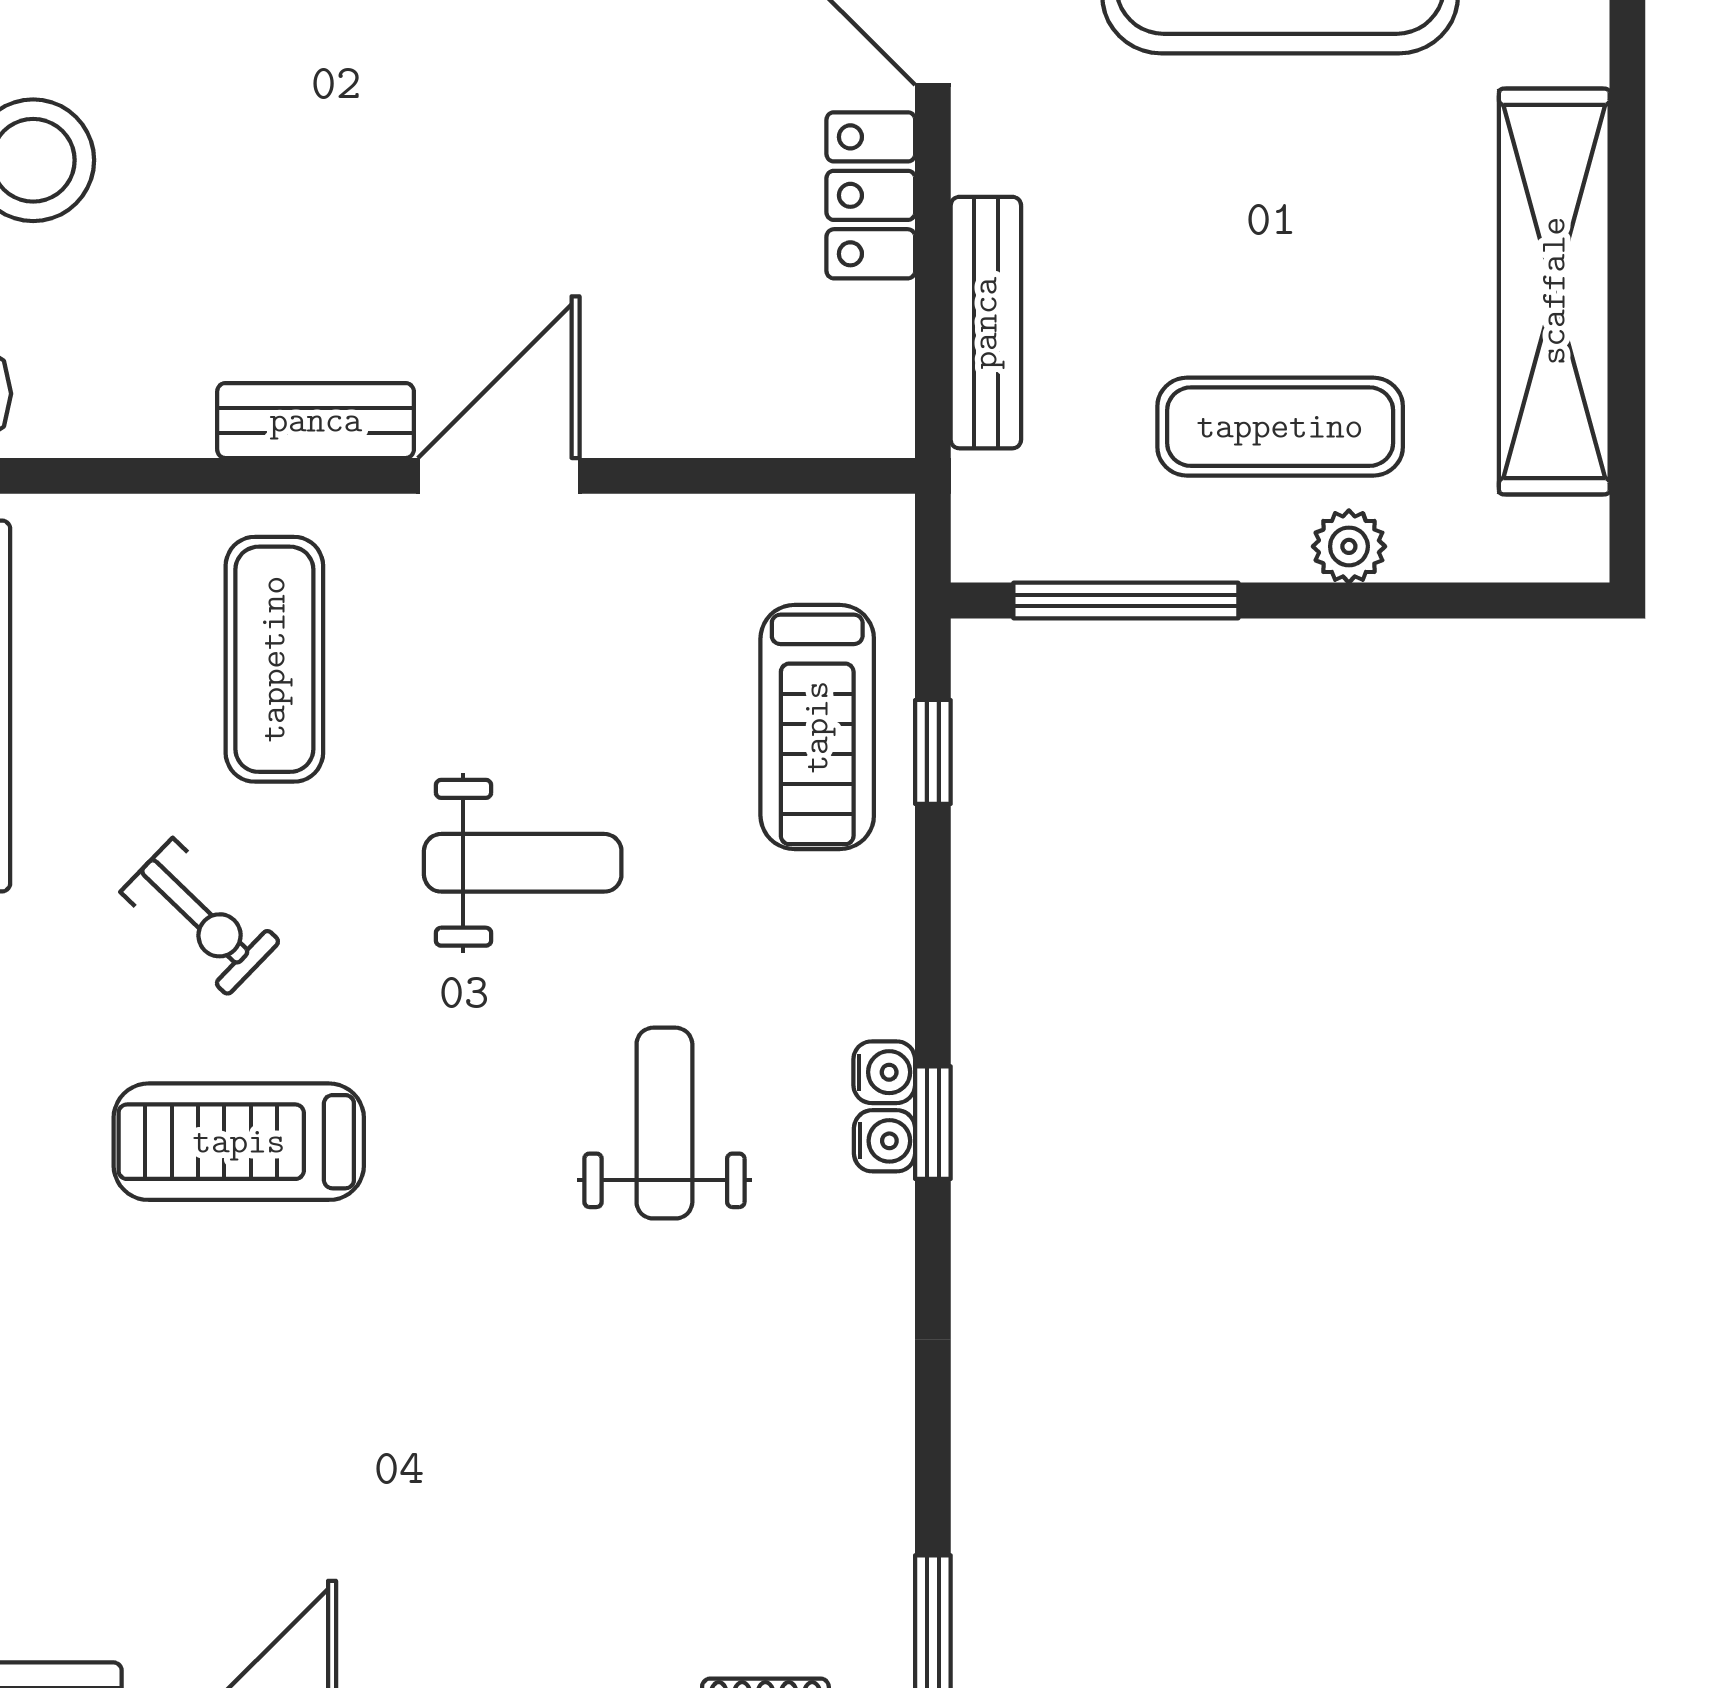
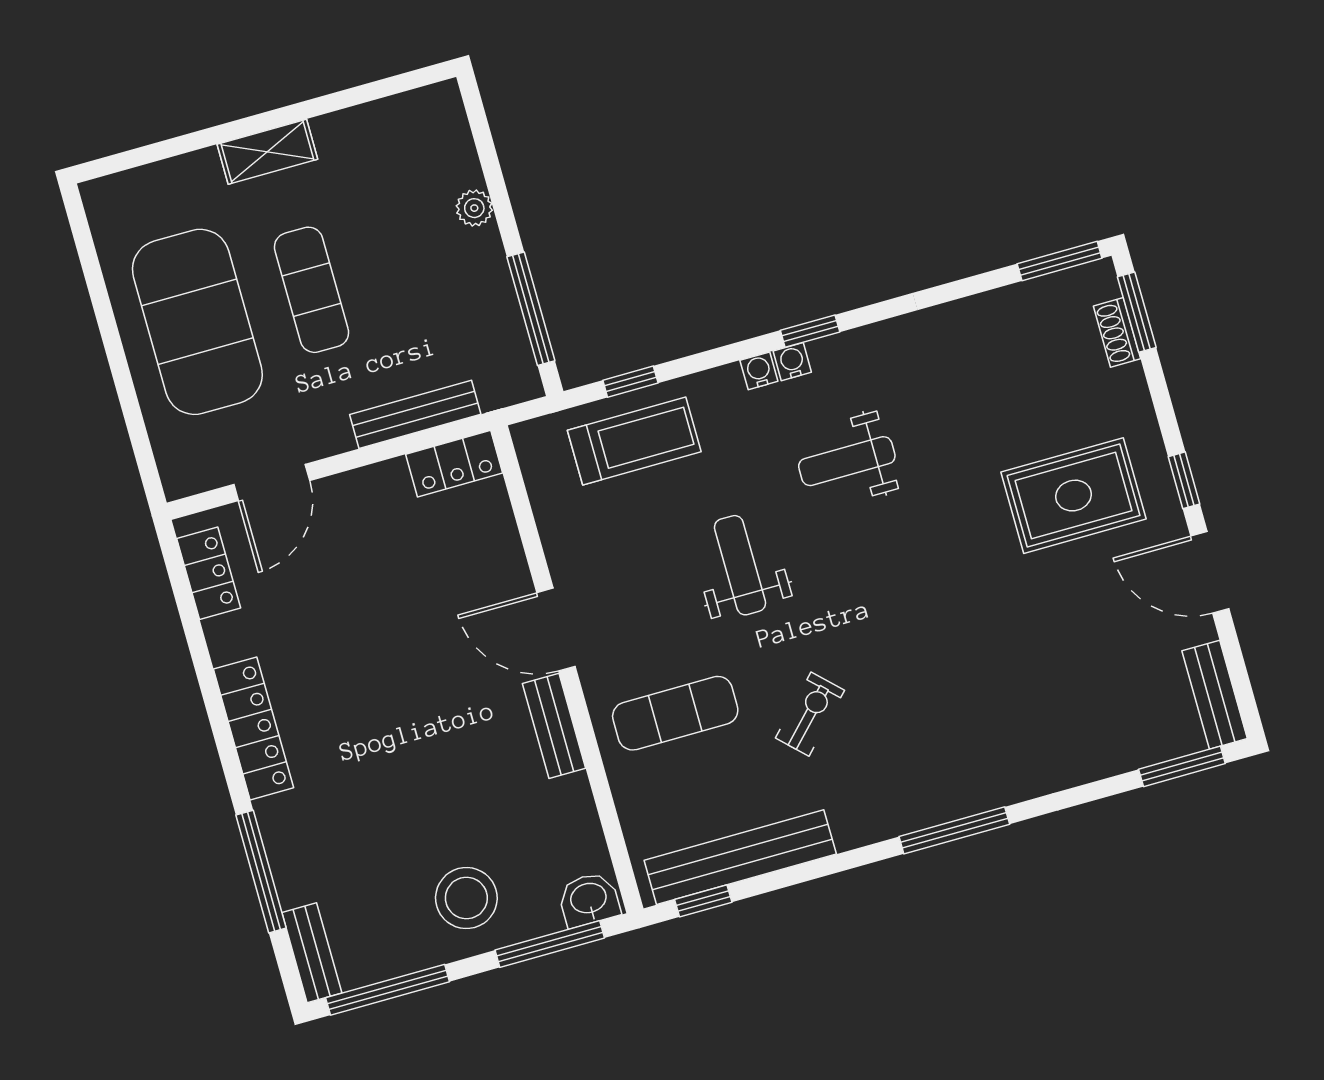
locker: (871, 195) -> (454, 464), moved
shelving: (1554, 291) -> (267, 152), width x0.45, depth x0.75
exercise mat: (1280, 427) -> (311, 290), moved
water cooler: (885, 1141) -> (759, 371), moved
treadmill: (239, 1142) -> (914, 665), removed
rug: (477, 1538) -> (1074, 496), added

